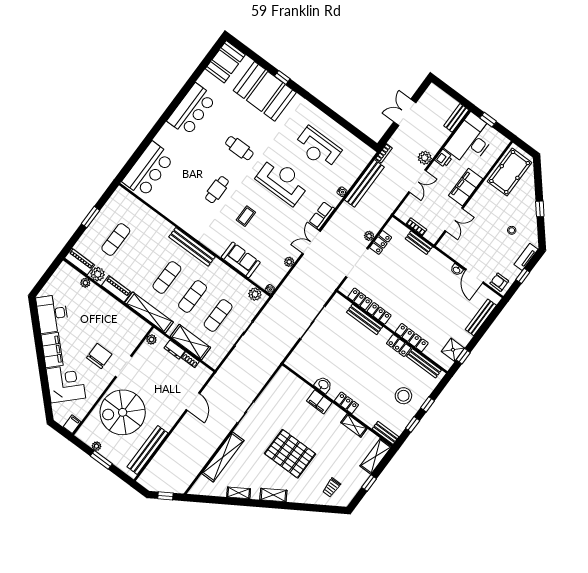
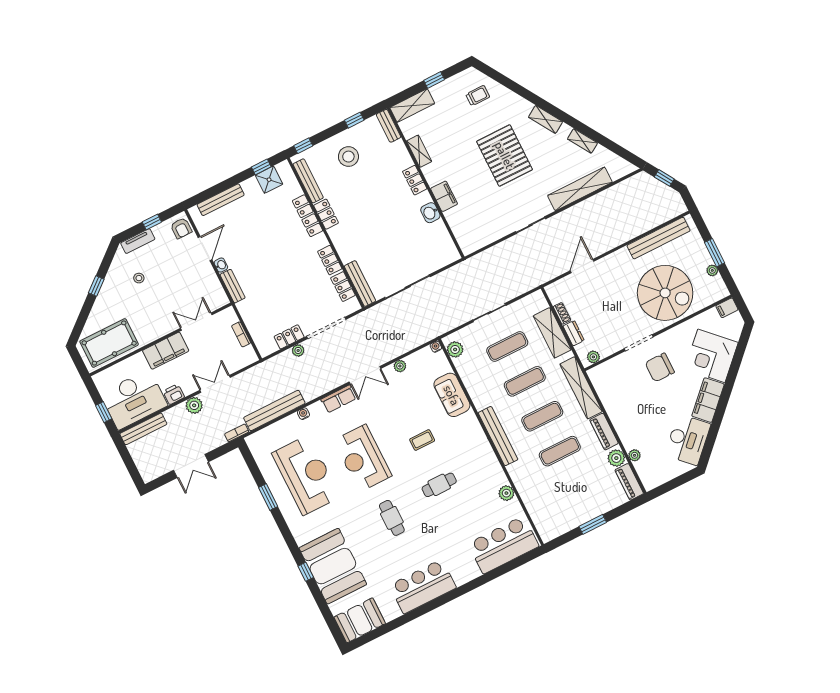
window: (337, 118) -> (268, 497), added
bench: (456, 118) -> (143, 429), width x1.36
reception desk: (318, 148) -> (306, 475), width x1.36, depth x1.30
plant: (165, 208) -> (506, 493), added
exercise mat: (116, 239) -> (560, 451), moved
bench: (419, 243) -> (233, 286), moved
bench: (365, 319) -> (360, 284), moved
window: (427, 404) -> (303, 146), moved

